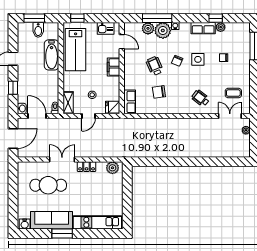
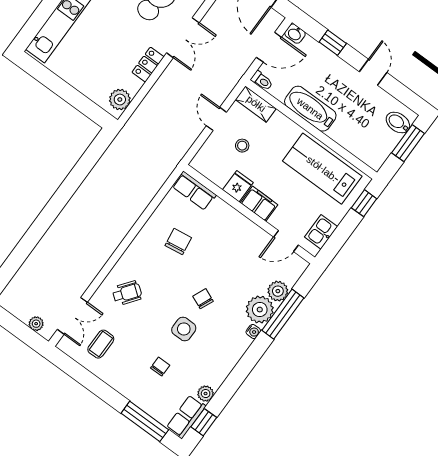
window: (216, 18) -> (204, 422), moved
row of seats: (203, 28) -> (186, 417), moved
bidet: (38, 30) -> (398, 123), moved
bathtub: (52, 55) -> (310, 109), moved
wheelchair: (155, 66) -> (219, 262), removed
fridge: (113, 107) -> (238, 186), moved

